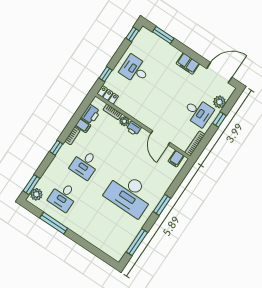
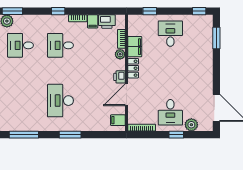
filing cabinet: (188, 64) -> (135, 47), moved, turned 180
locker: (108, 95) -> (133, 68), moved
printer: (134, 128) -> (119, 77), moved
desk: (129, 194) -> (60, 101), width x0.73, depth x0.77

